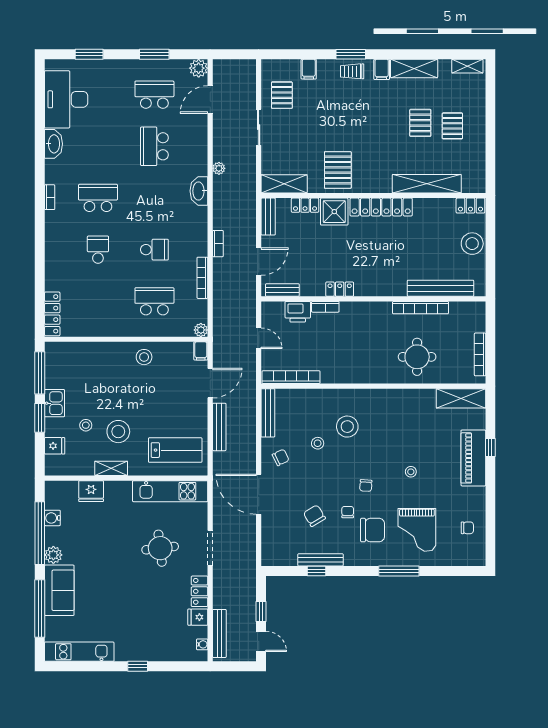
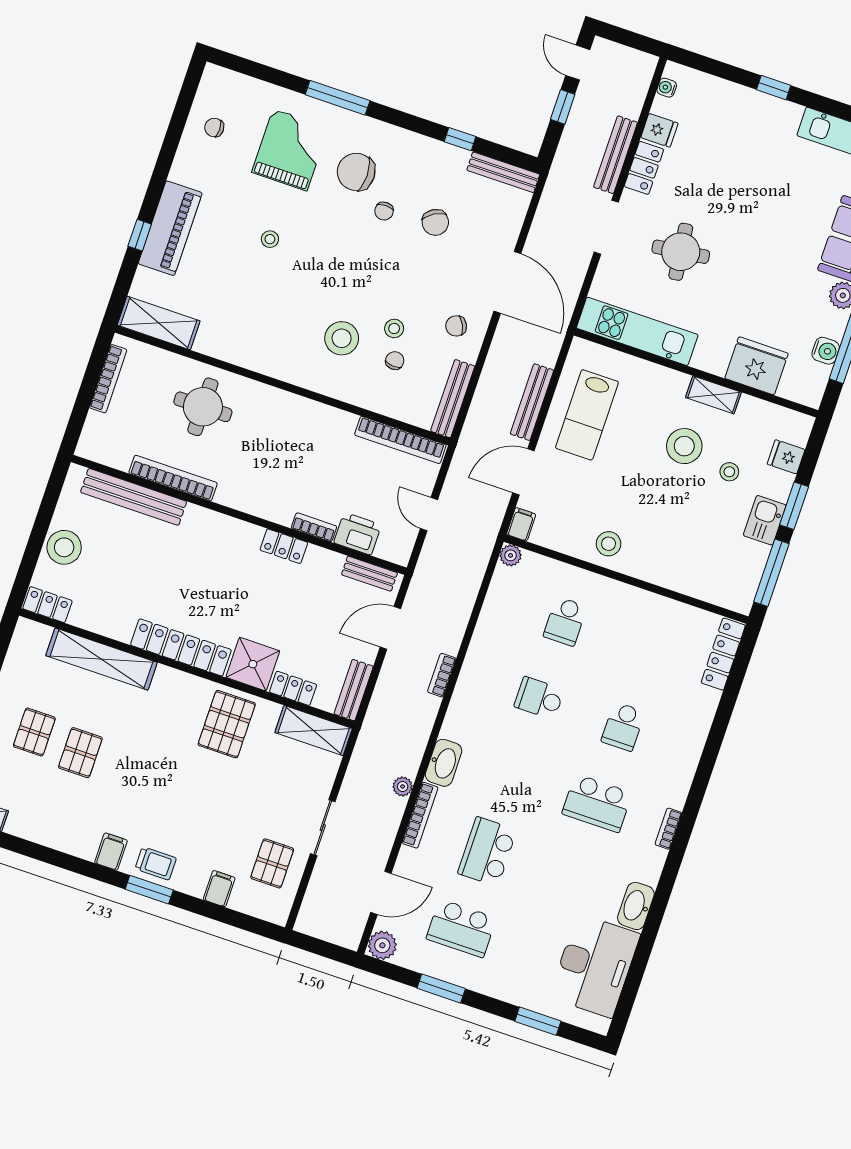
shelving: (414, 68) -> (62, 837), removed
school desk: (154, 146) -> (487, 852), turned 180
bookcase: (202, 278) -> (420, 815), moved
school desk: (154, 301) -> (565, 621), width x0.54
lab bench: (175, 450) -> (587, 415), moved, turned -90
chair: (366, 486) -> (395, 361), moved
fridge: (91, 491) -> (757, 366), width x1.36, depth x1.34
bench: (321, 560) -> (503, 172), moved
bench: (219, 633) -> (616, 155), moved

